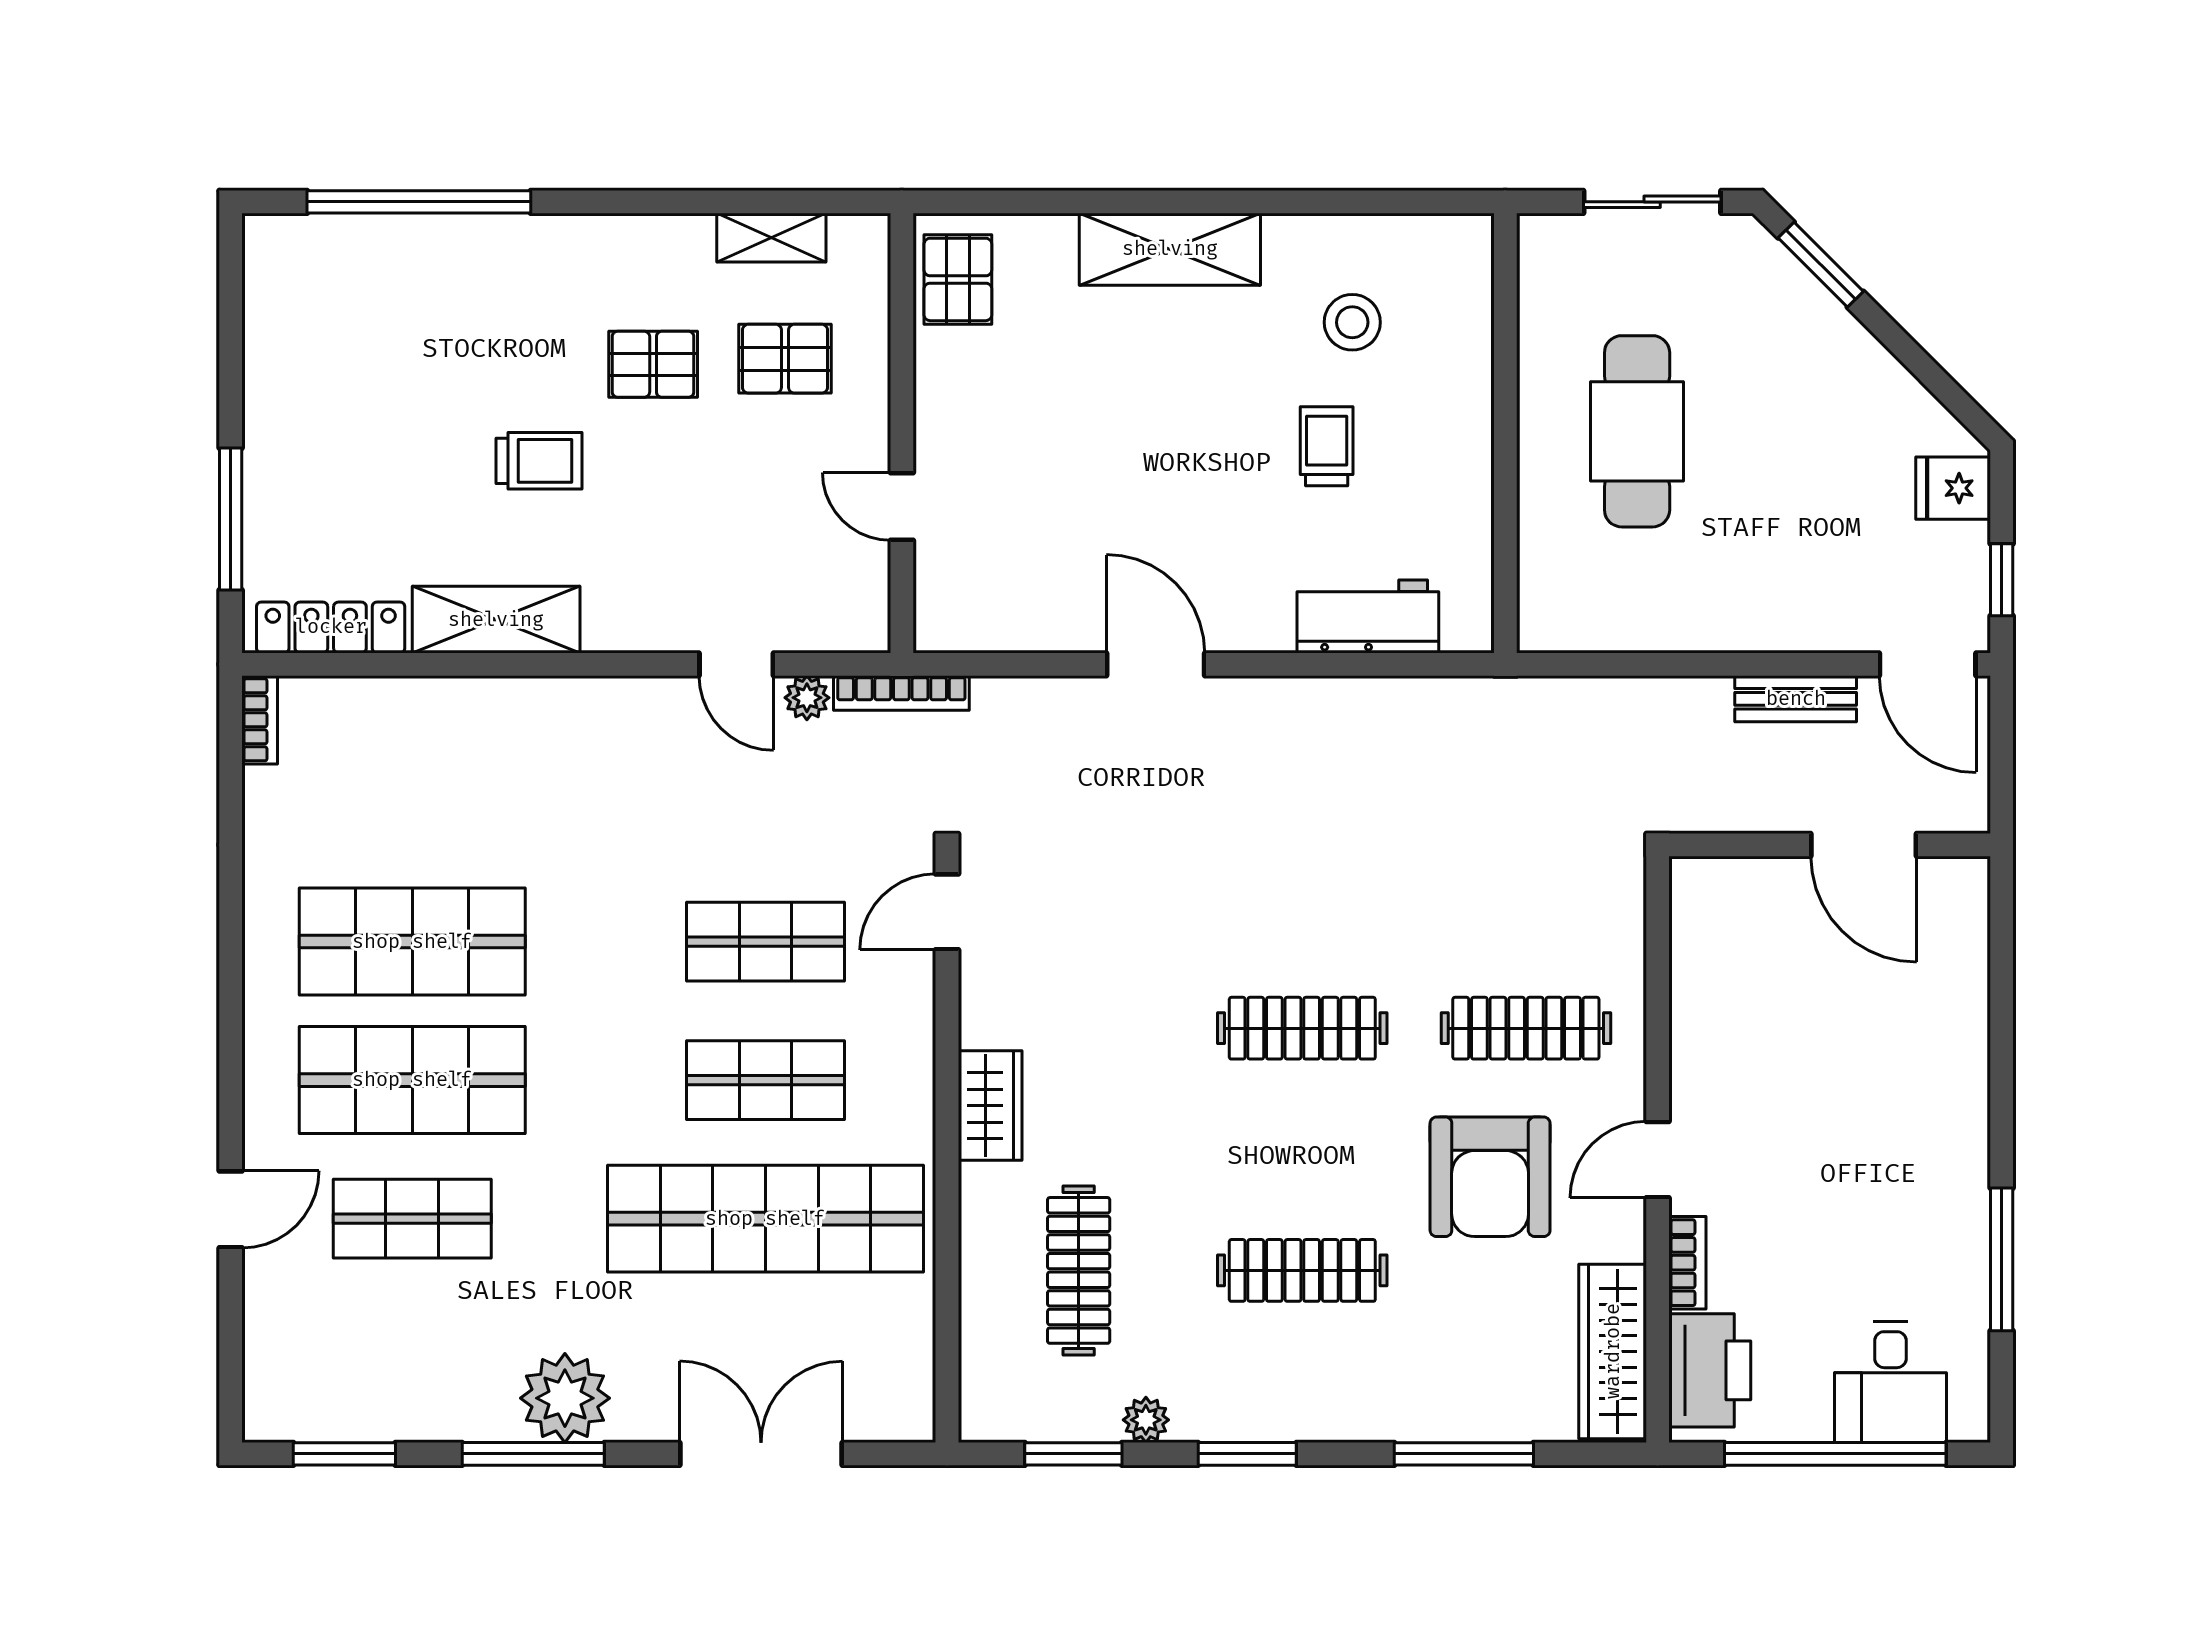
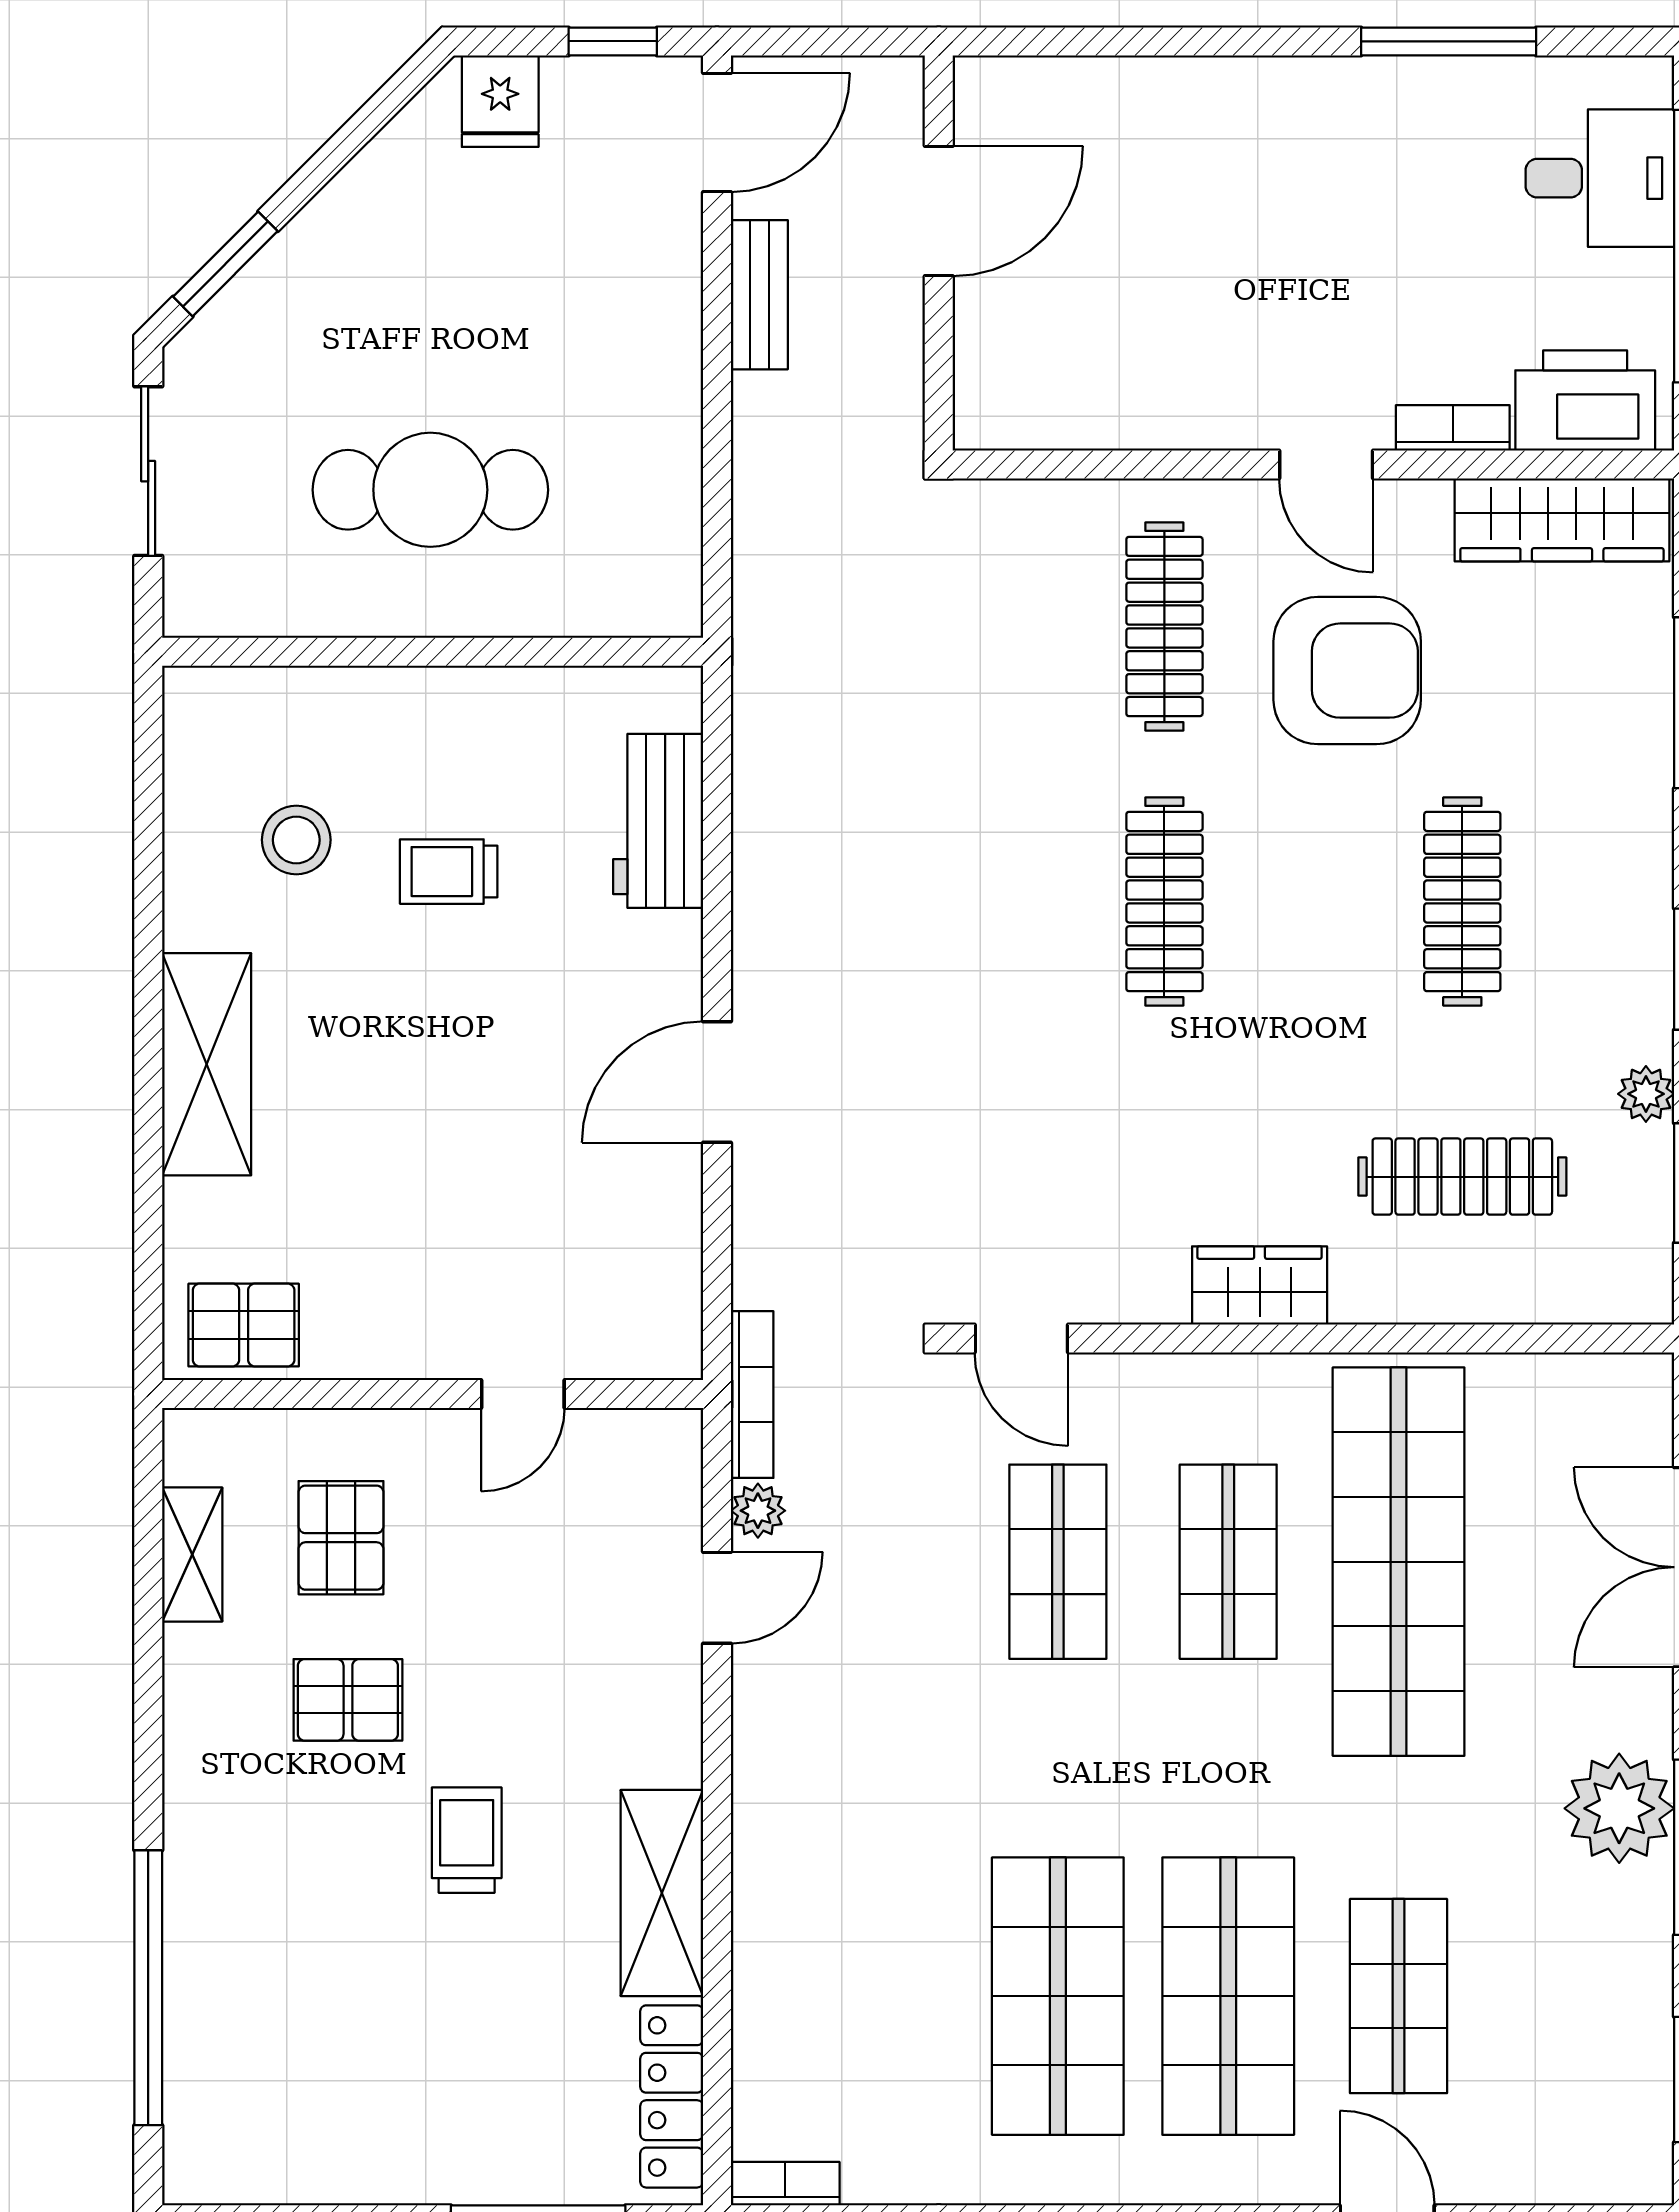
pallet: (653, 364) -> (348, 1700), turned 90

